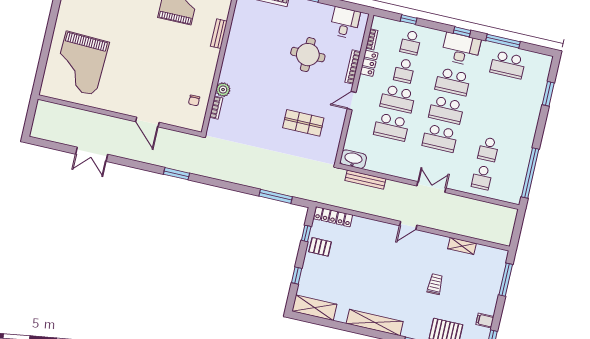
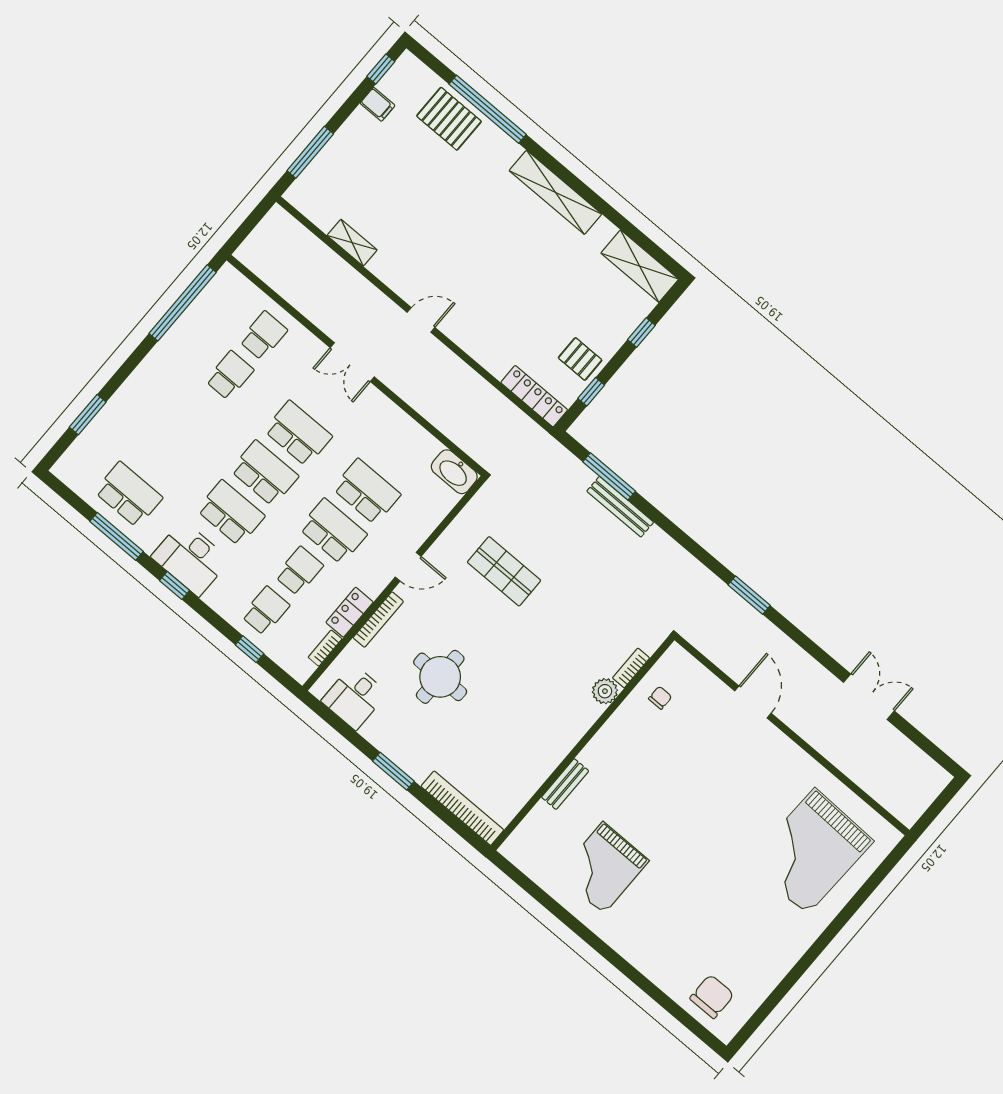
grand piano: (81, 63) -> (811, 851), turned 180
bench: (365, 180) -> (620, 507), moved
trolley: (435, 284) -> (427, 204), removed

